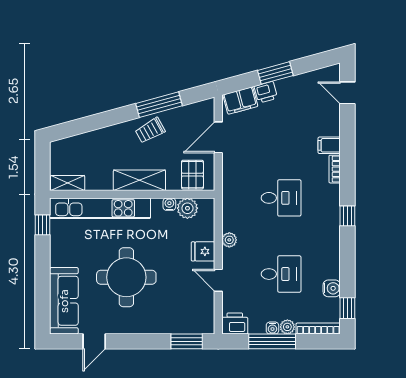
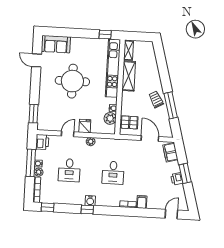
printer: (266, 92) -> (177, 179), moved
shelving: (139, 180) -> (129, 76), moved
window: (347, 216) -> (87, 209), moved
water cooler: (332, 288) -> (90, 201), moved
sofa: (64, 301) -> (56, 44), width x0.73

